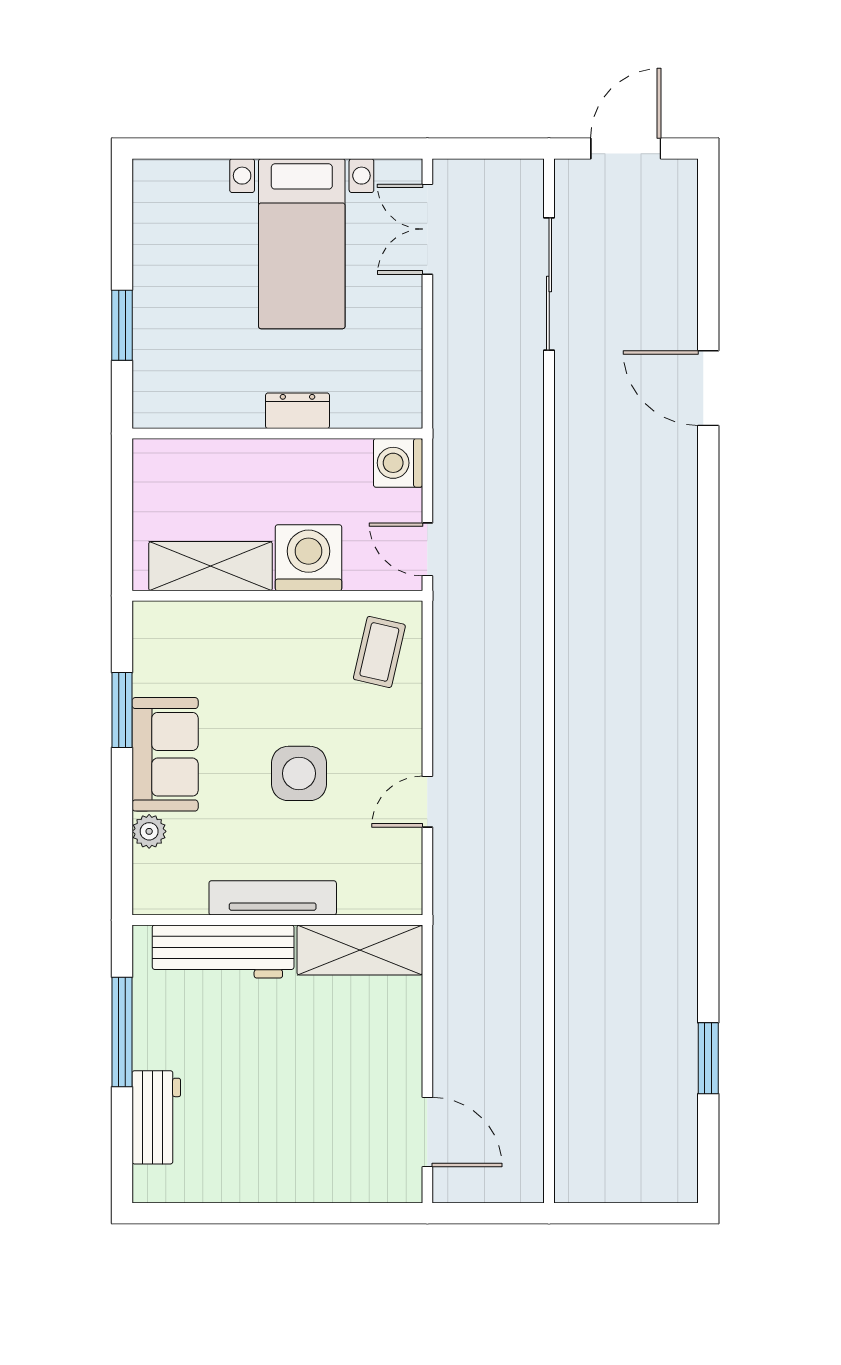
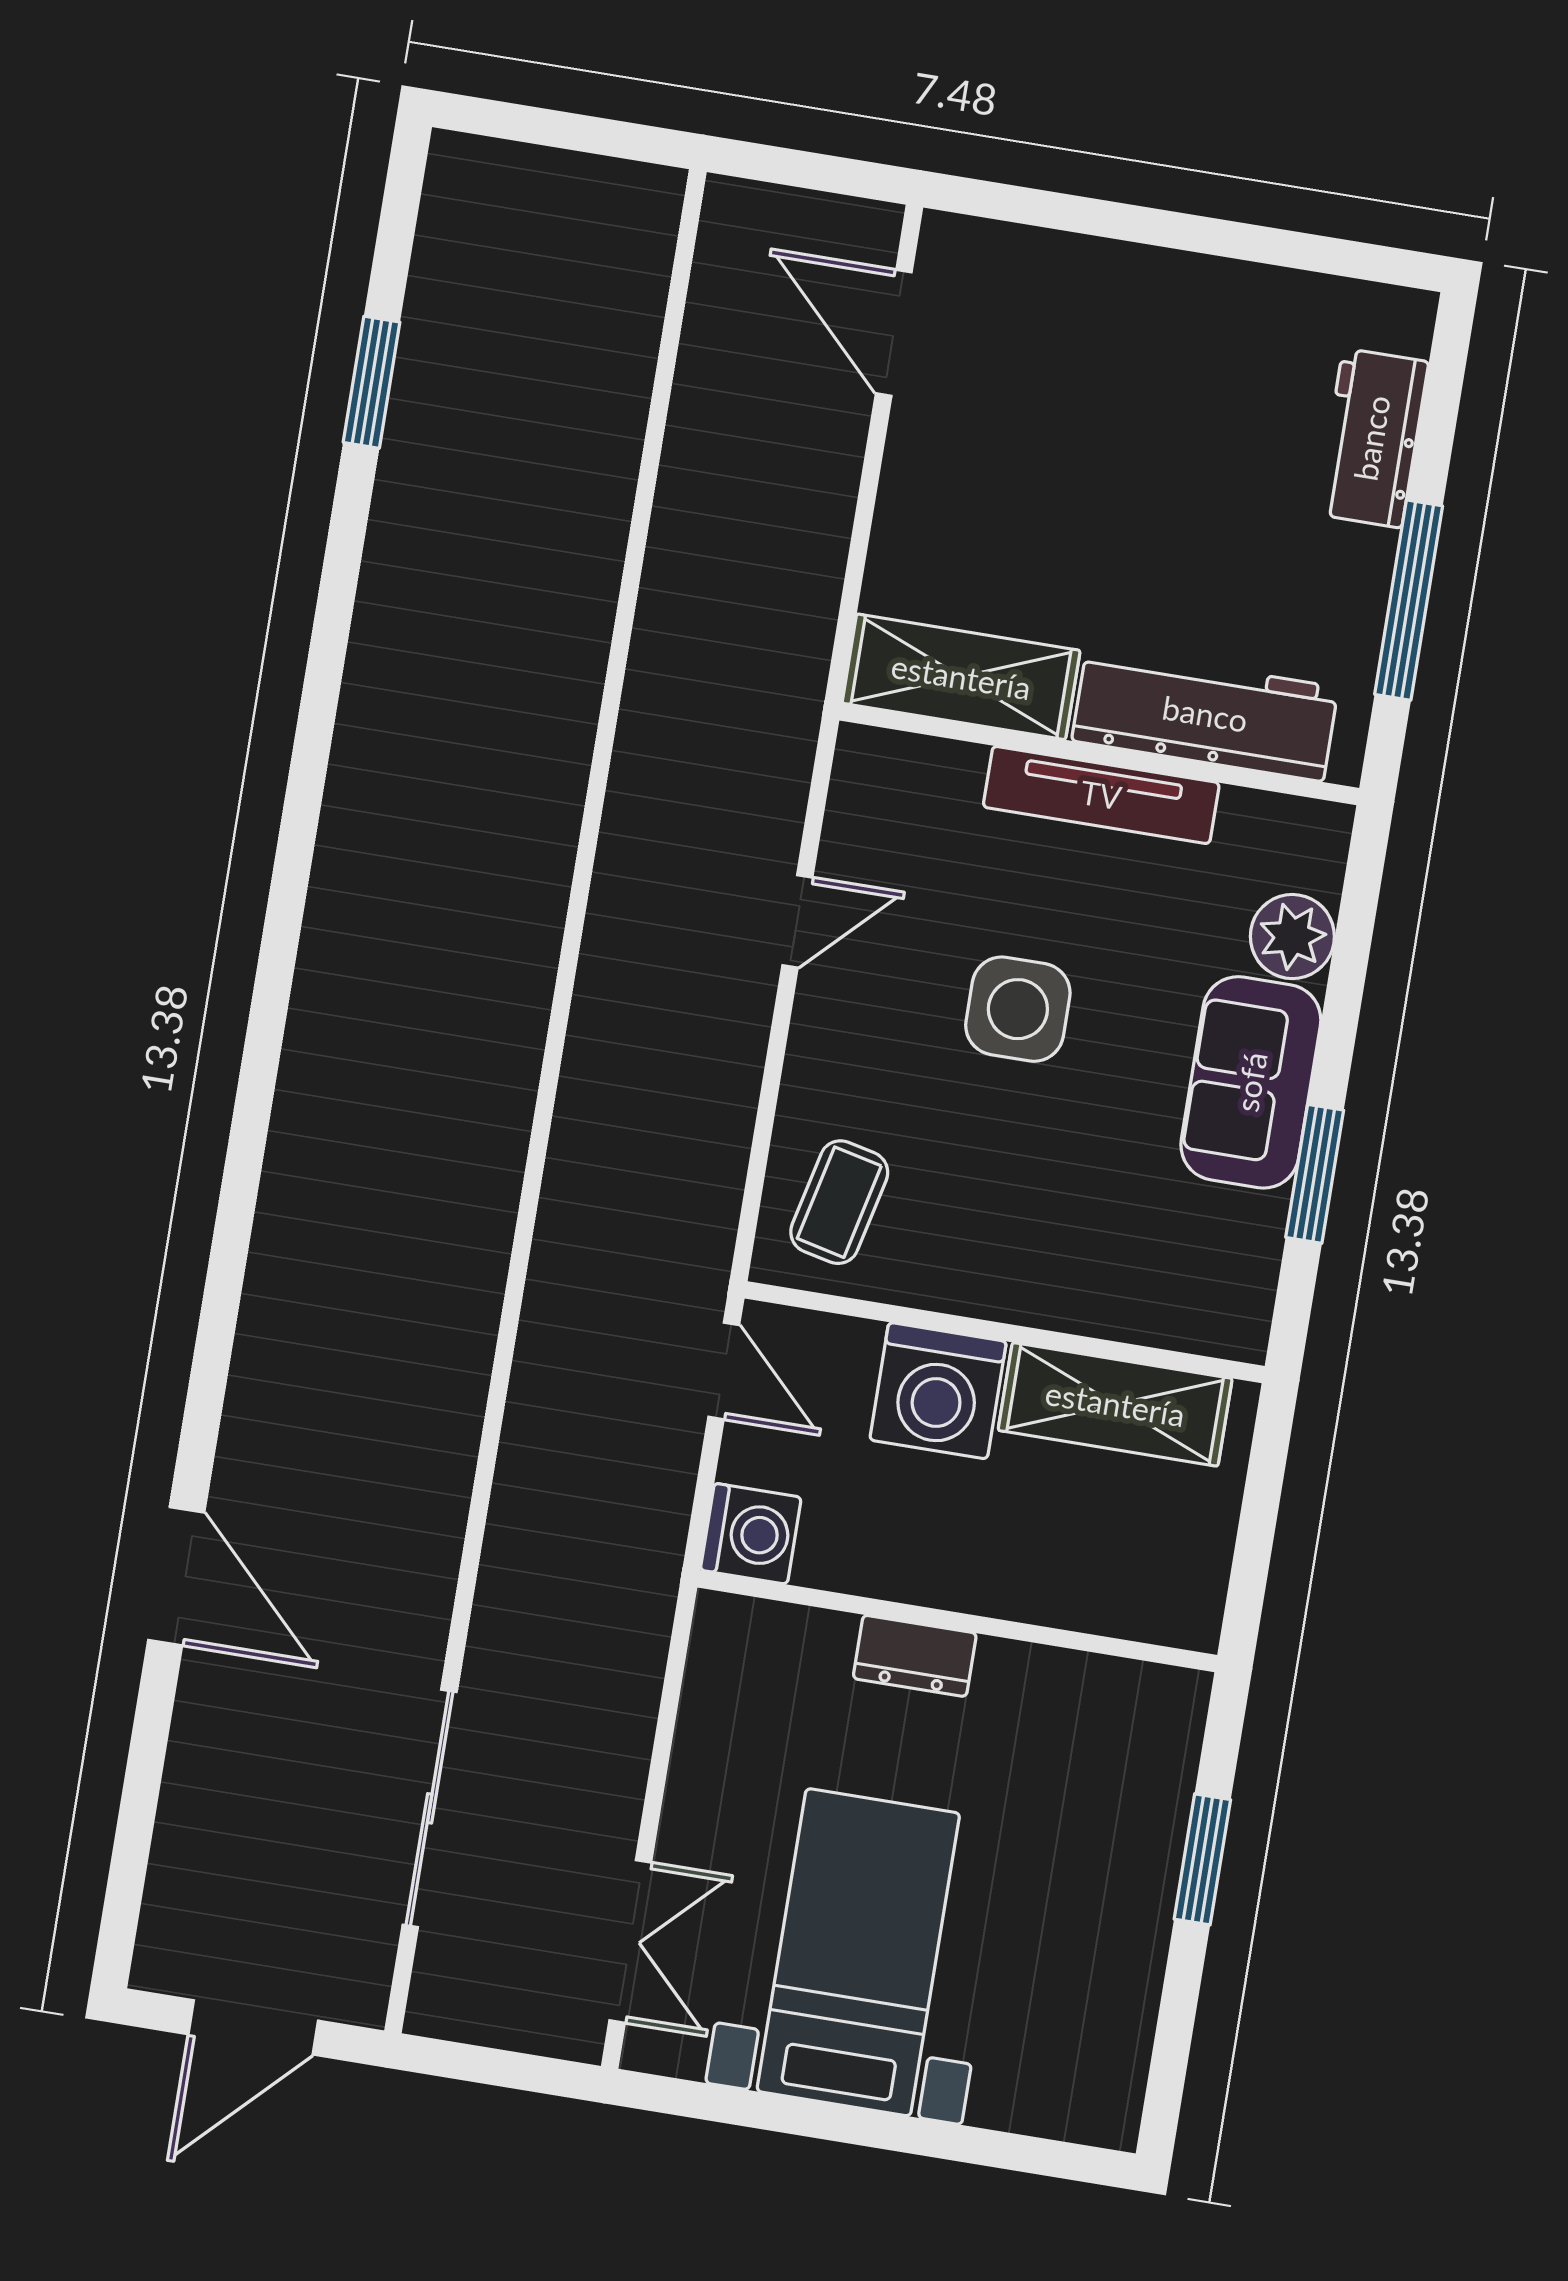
plant: (149, 831) -> (1292, 937), width x1.38, depth x1.38

